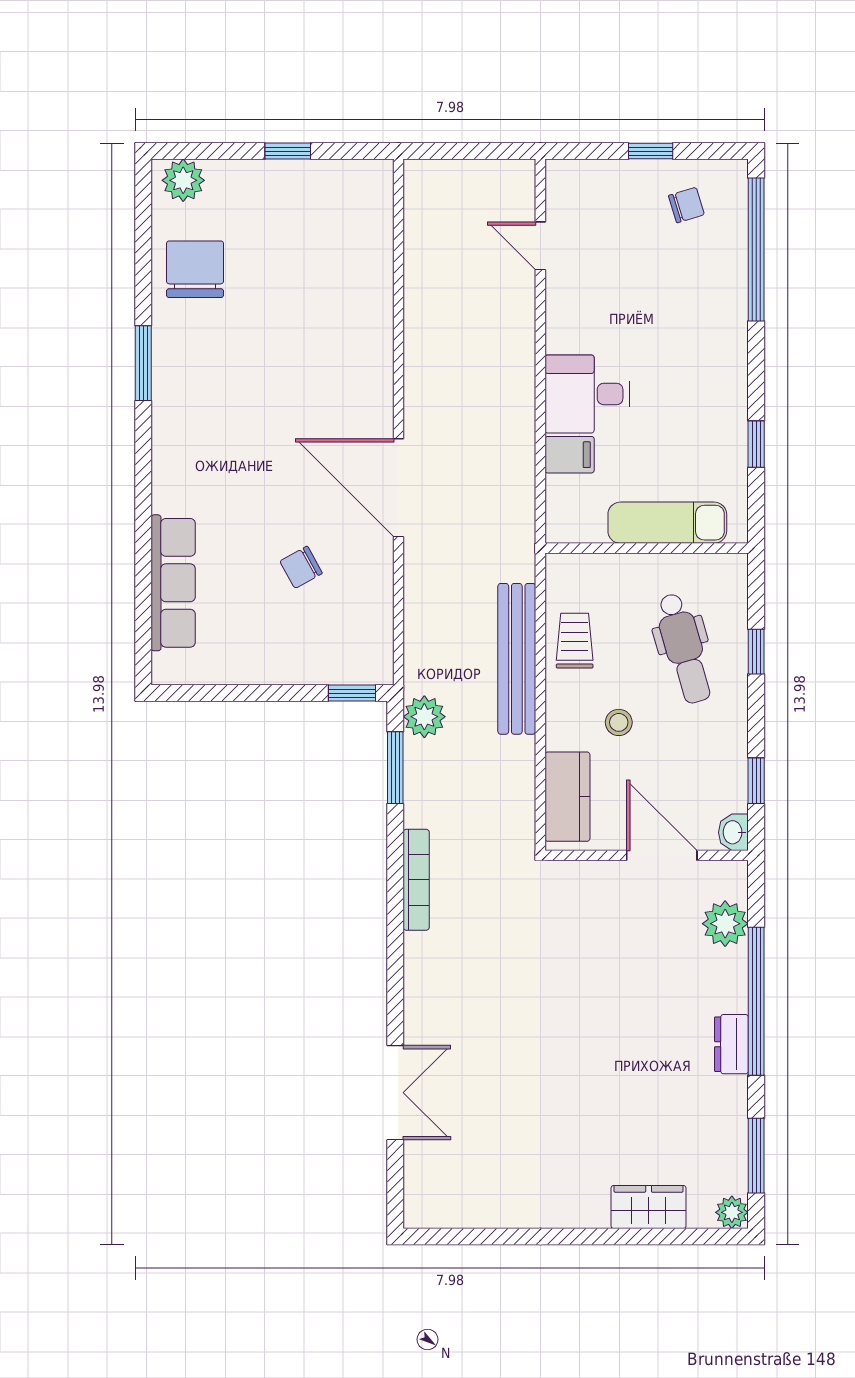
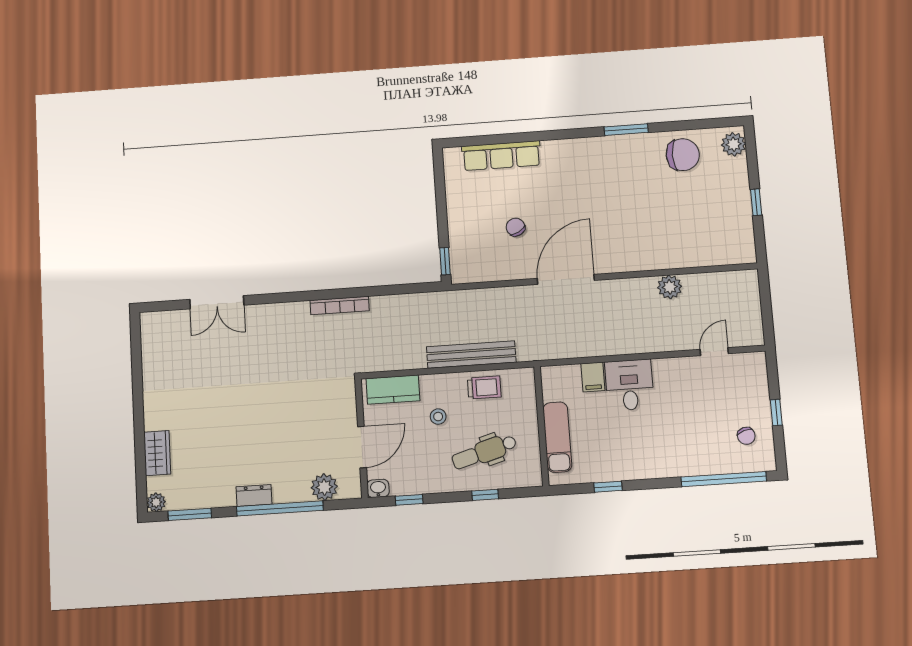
plant: (424, 717) -> (670, 287), moved
window: (395, 768) -> (404, 289), removed

